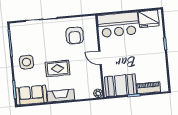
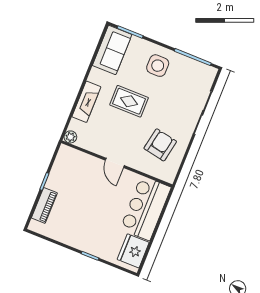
armchair: (75, 35) -> (160, 145), turned 101
door: (100, 58) -> (115, 163), swing flipped
rug: (58, 69) -> (129, 101), turned 90
booth: (121, 85) -> (66, 171), removed
fireplace: (61, 96) -> (86, 102), moved

